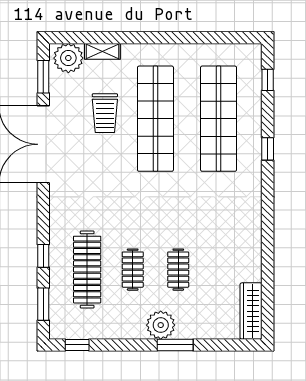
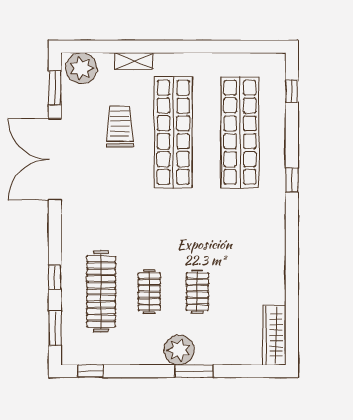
shelving: (102, 51) -> (134, 61), moved
trolley: (105, 113) -> (120, 126), turned 180
window: (268, 149) -> (292, 180), moved

